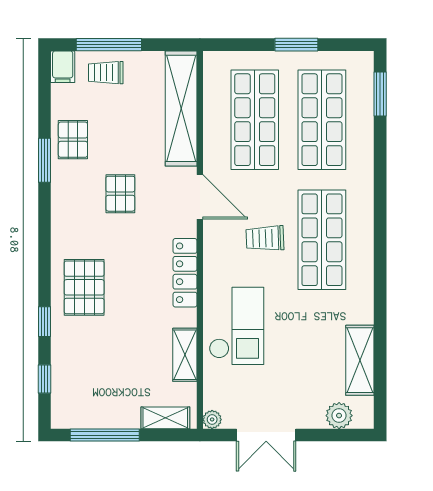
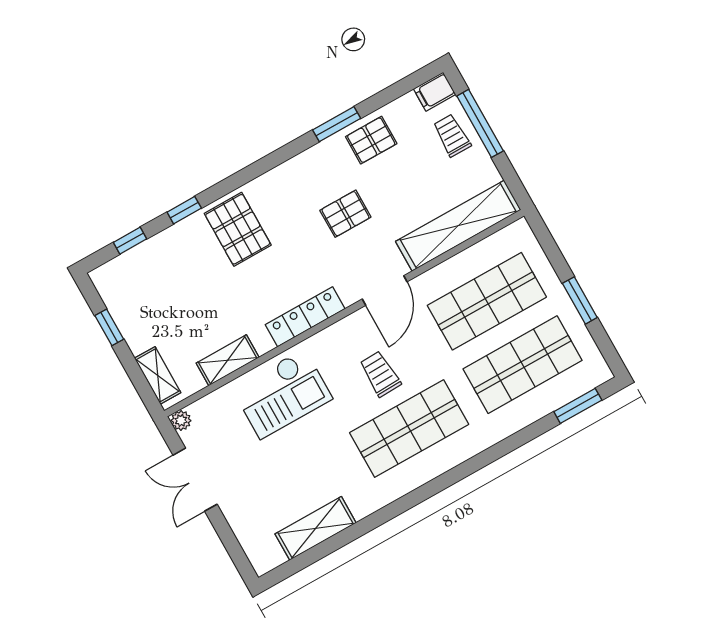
pallet: (84, 287) -> (238, 229), turned 90
plant: (339, 416) -> (252, 538), removed
window: (105, 435) -> (109, 327), width x0.46

